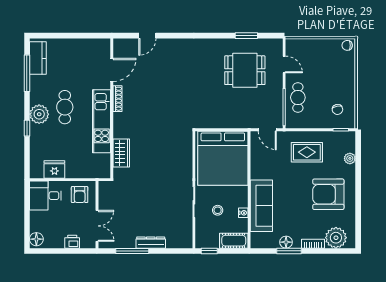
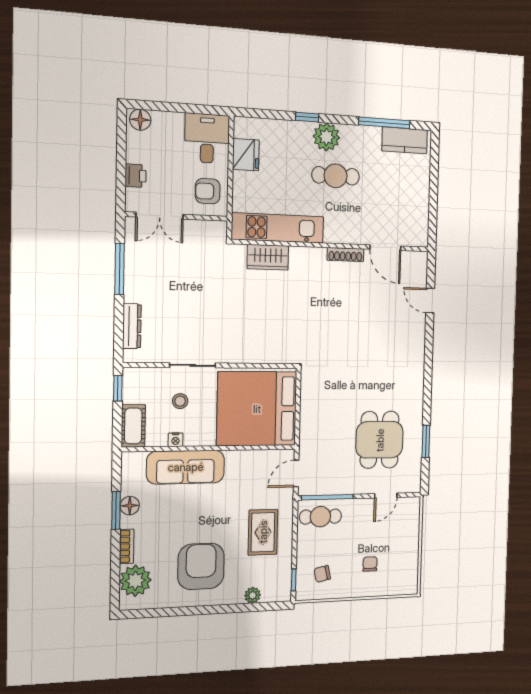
chair: (347, 45) -> (370, 564), moved
cafe table: (298, 97) -> (320, 517), moved
kitchen unit: (102, 121) -> (278, 228), moved
dresser: (151, 243) -> (132, 326), moved

